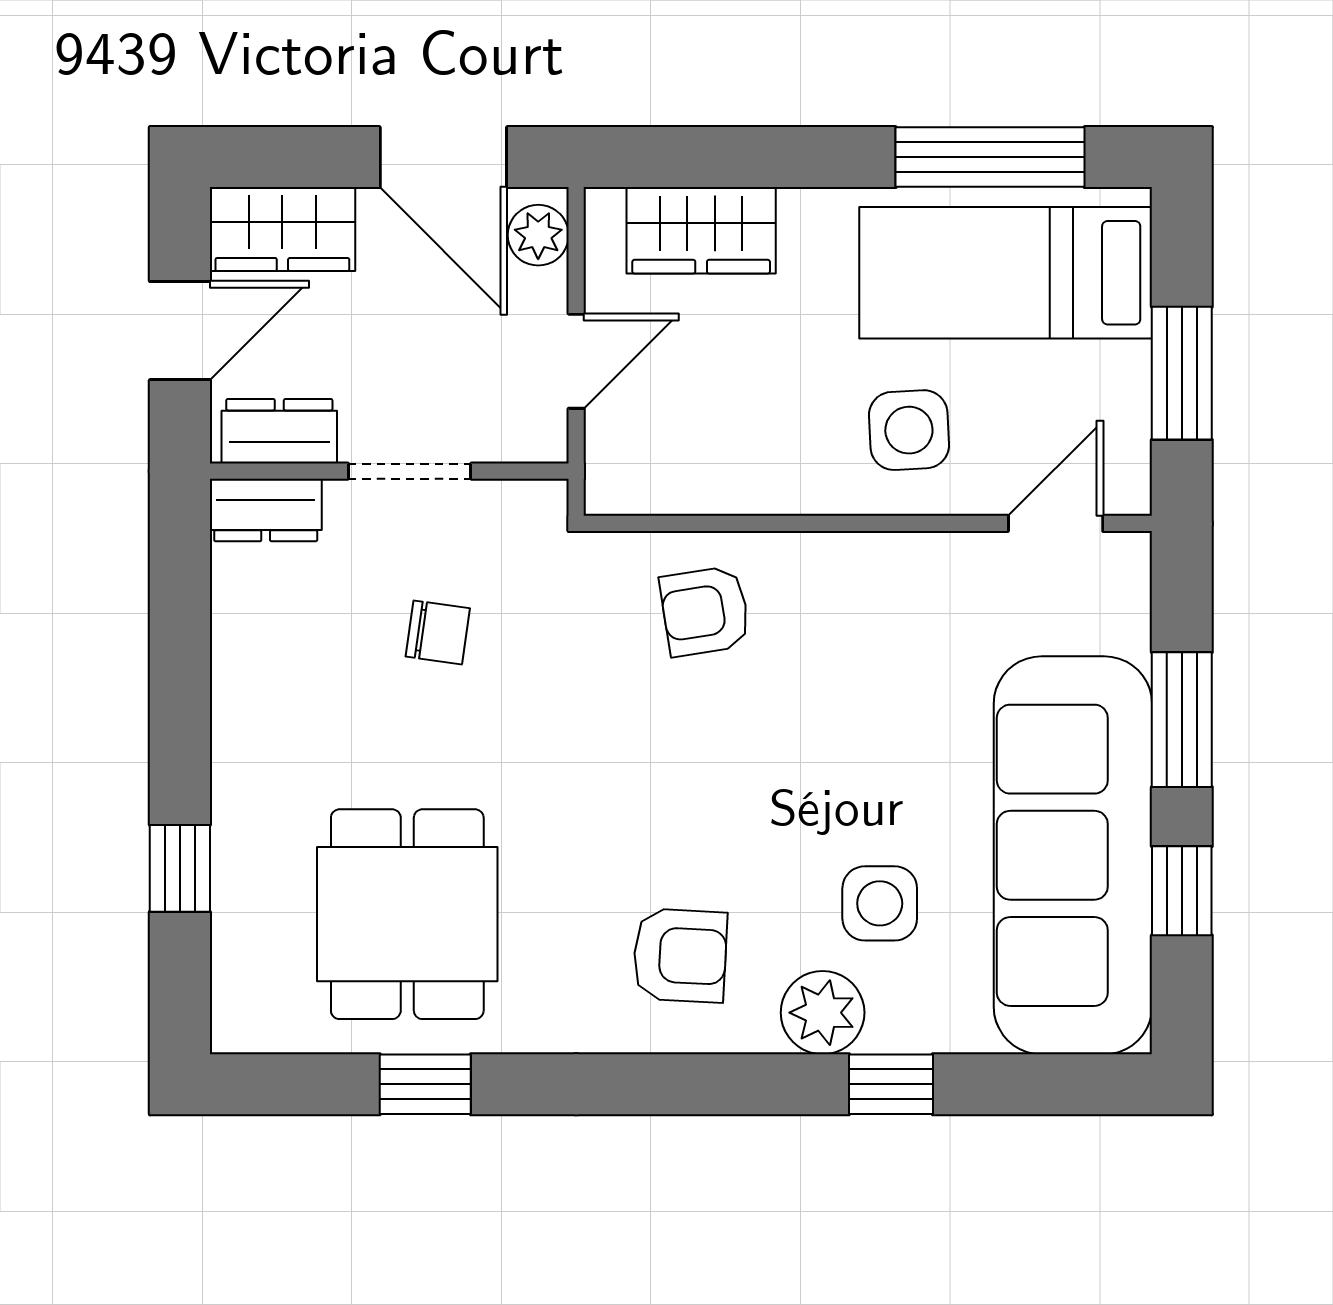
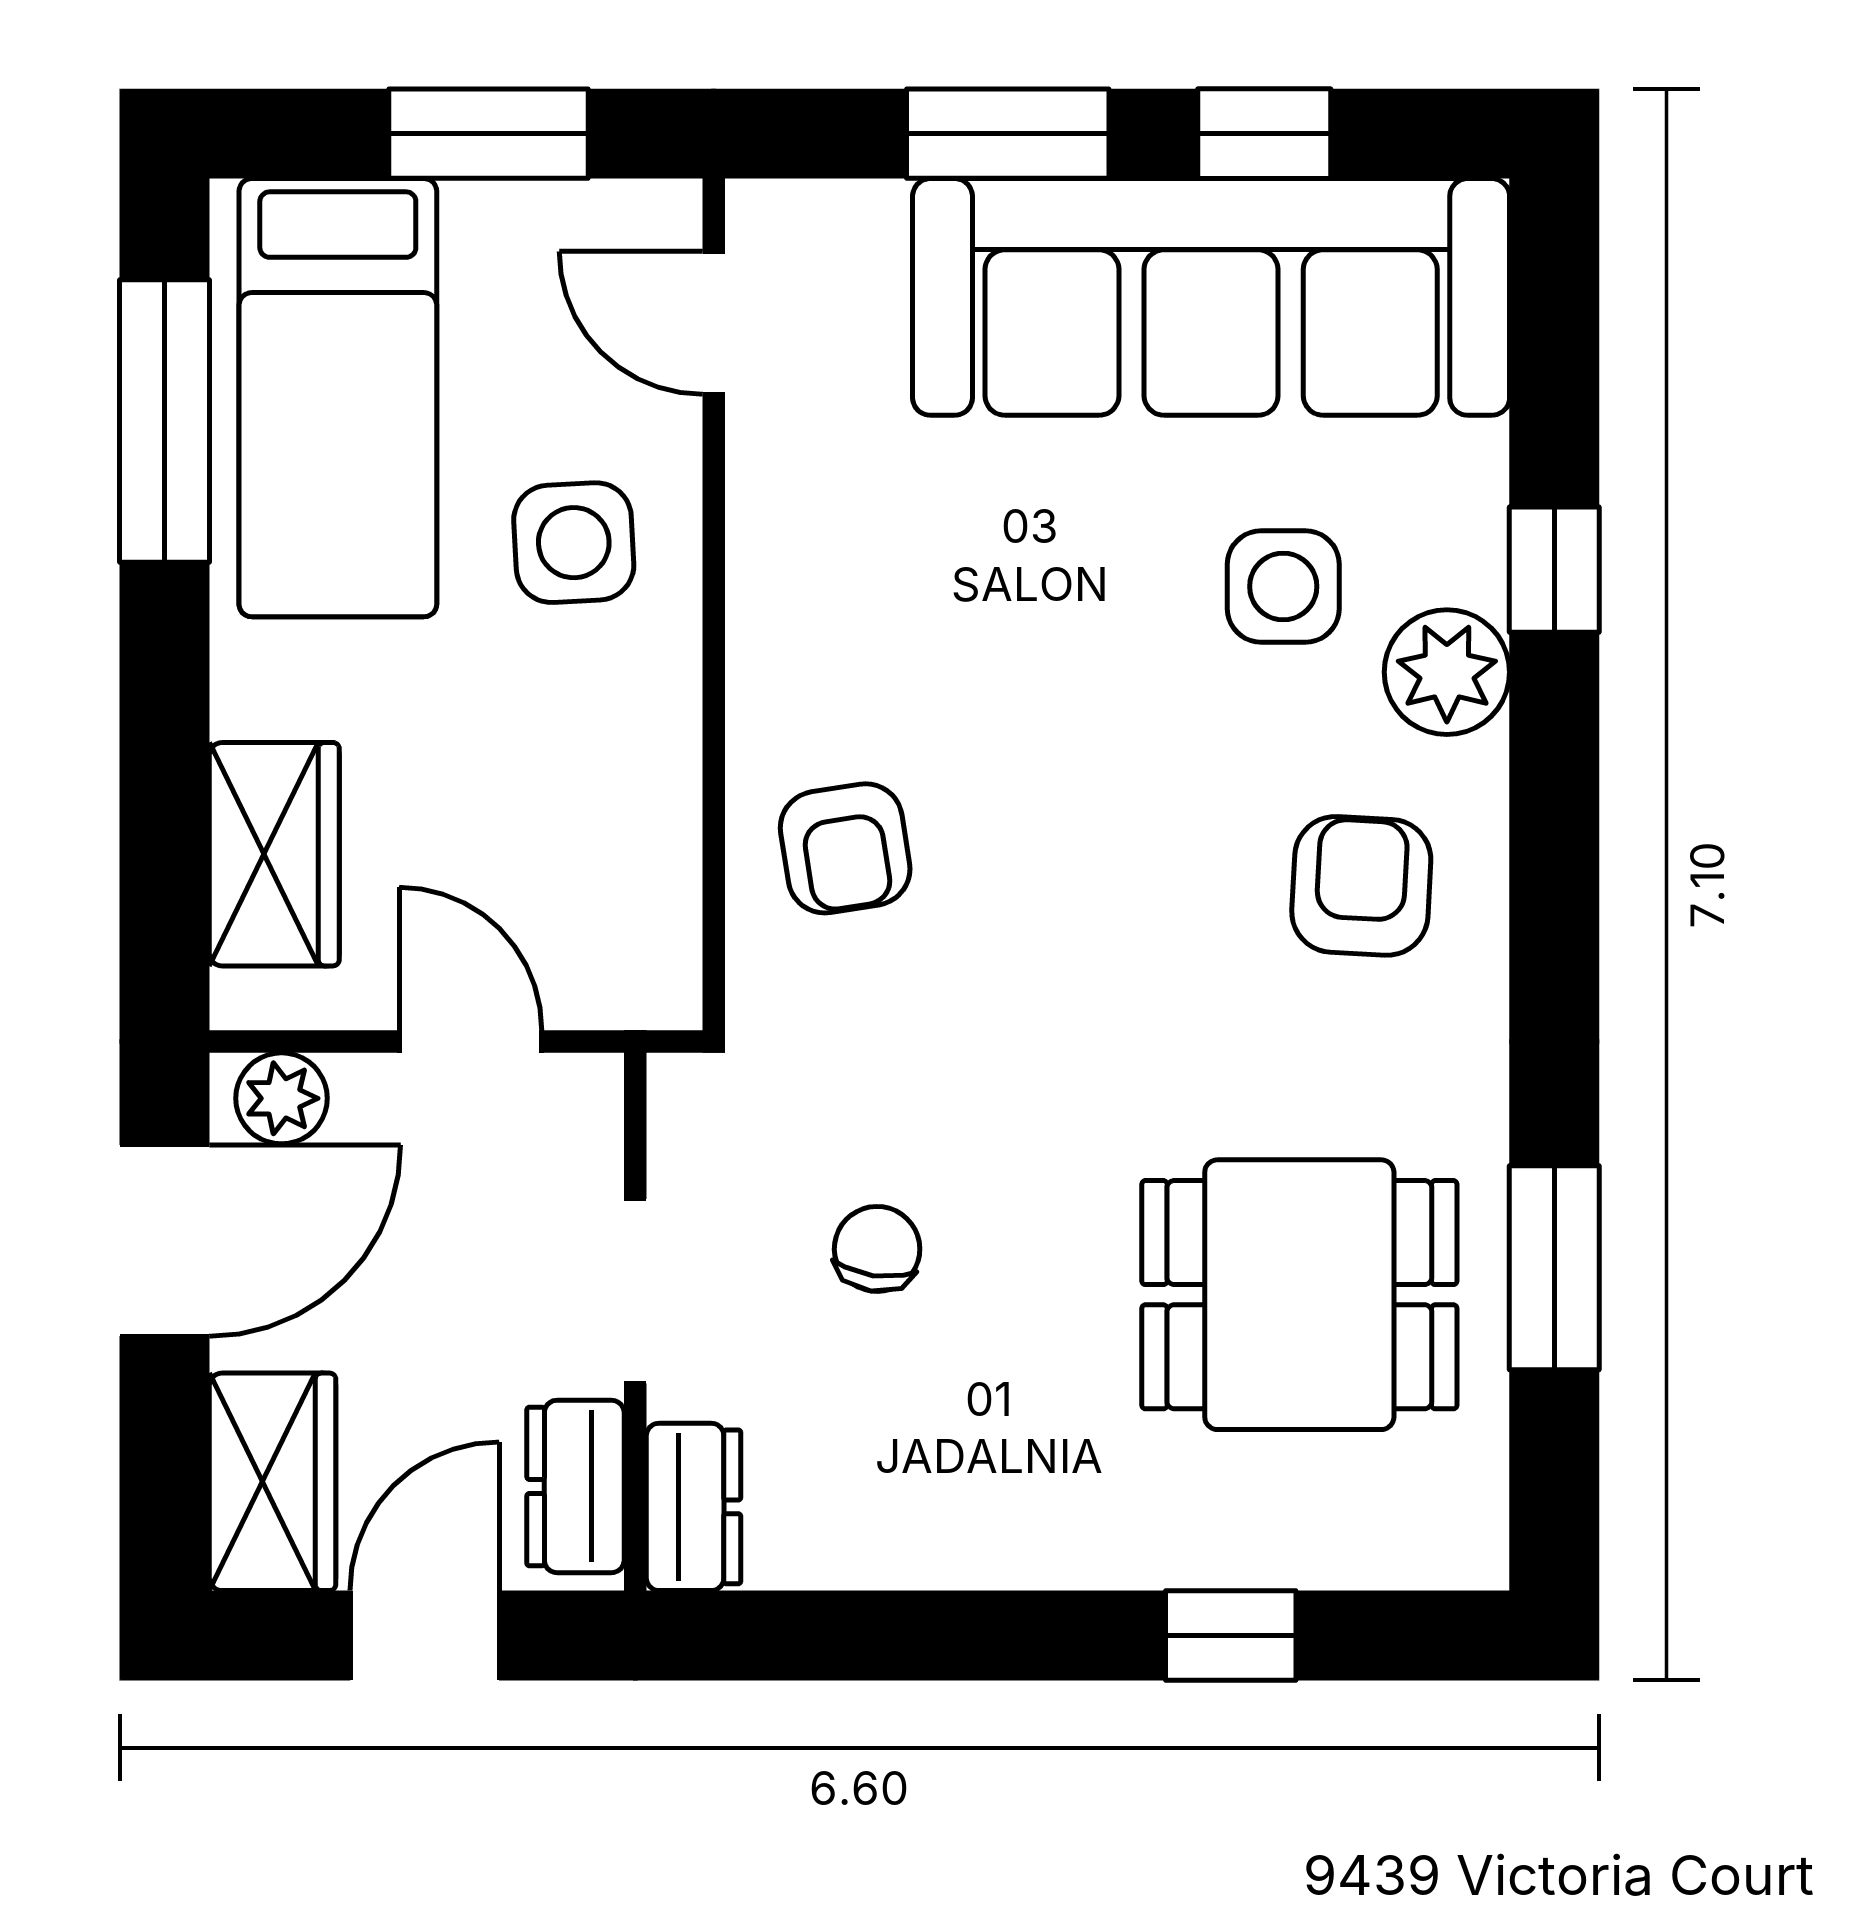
door: (180, 331) -> (425, 1636), hinge flipped
window: (425, 1084) -> (1554, 1268), width x1.50

